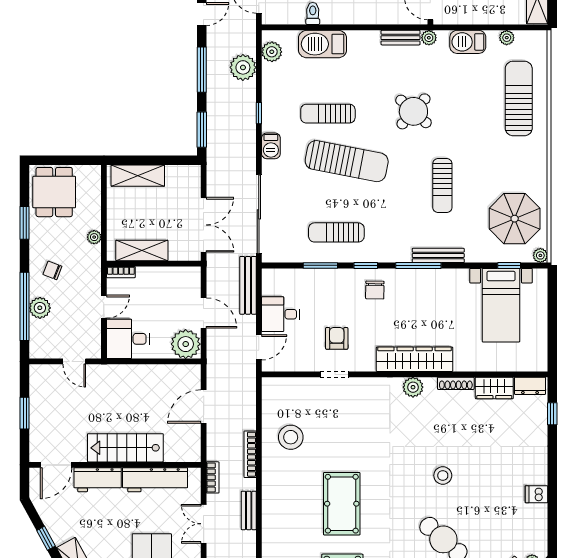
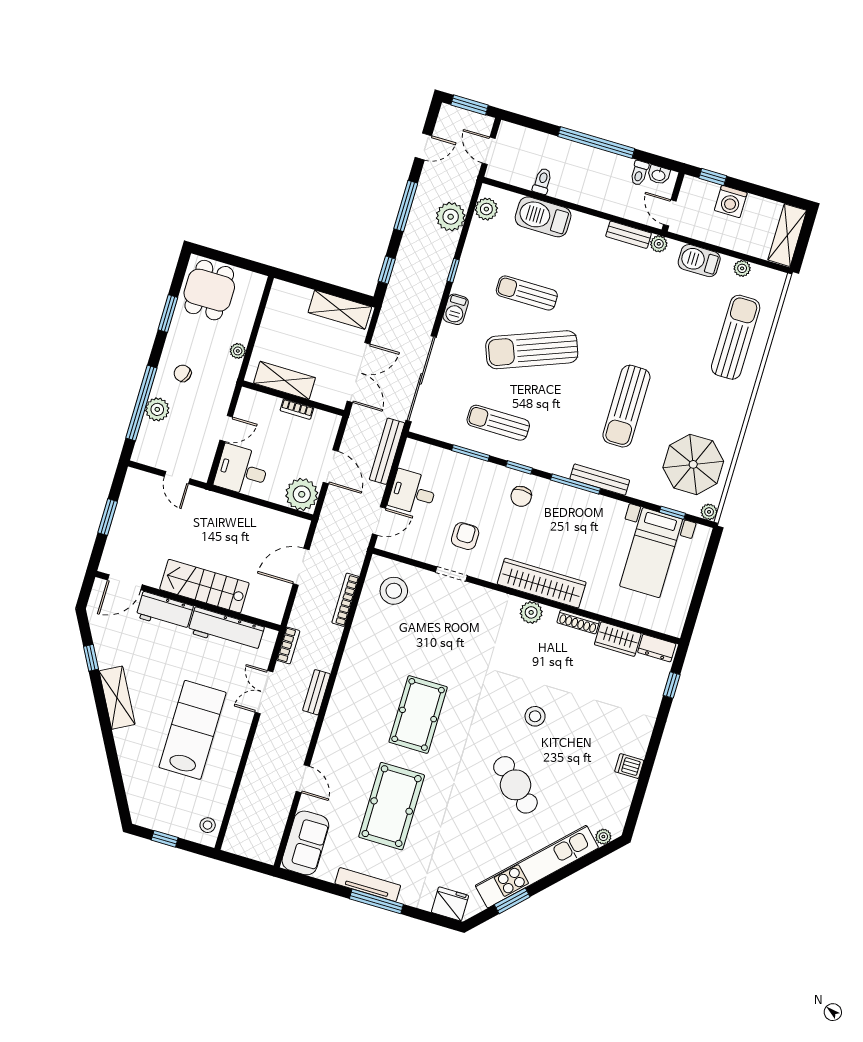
round table: (413, 111) -> (619, 318), removed
window: (202, 130) -> (387, 270), width x0.67
sun lounger: (347, 161) -> (532, 350), turned 148
shelving: (138, 176) -> (340, 310), moved
sun lounger: (442, 186) -> (626, 406), width x1.36, depth x1.34
bookcase: (121, 272) -> (297, 409), moved
stool: (291, 437) -> (394, 591), moved
bookcase: (250, 454) -> (345, 600), moved

